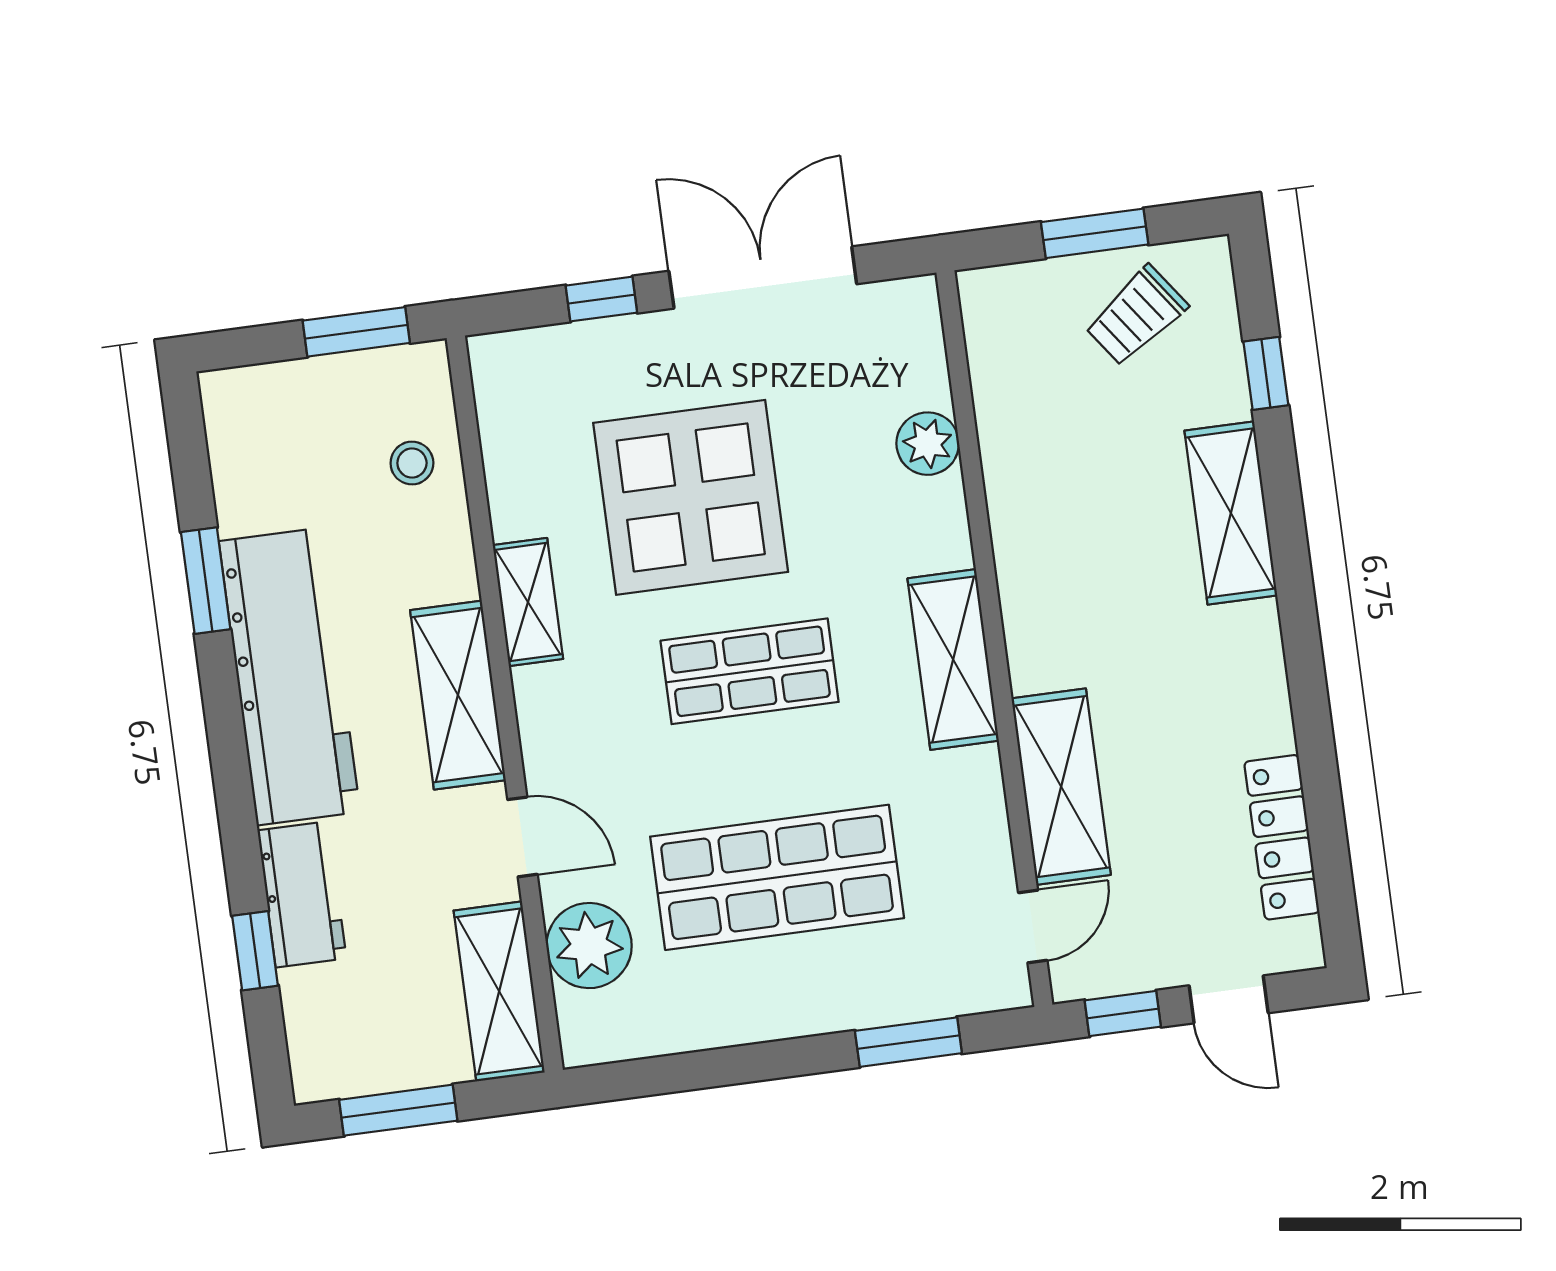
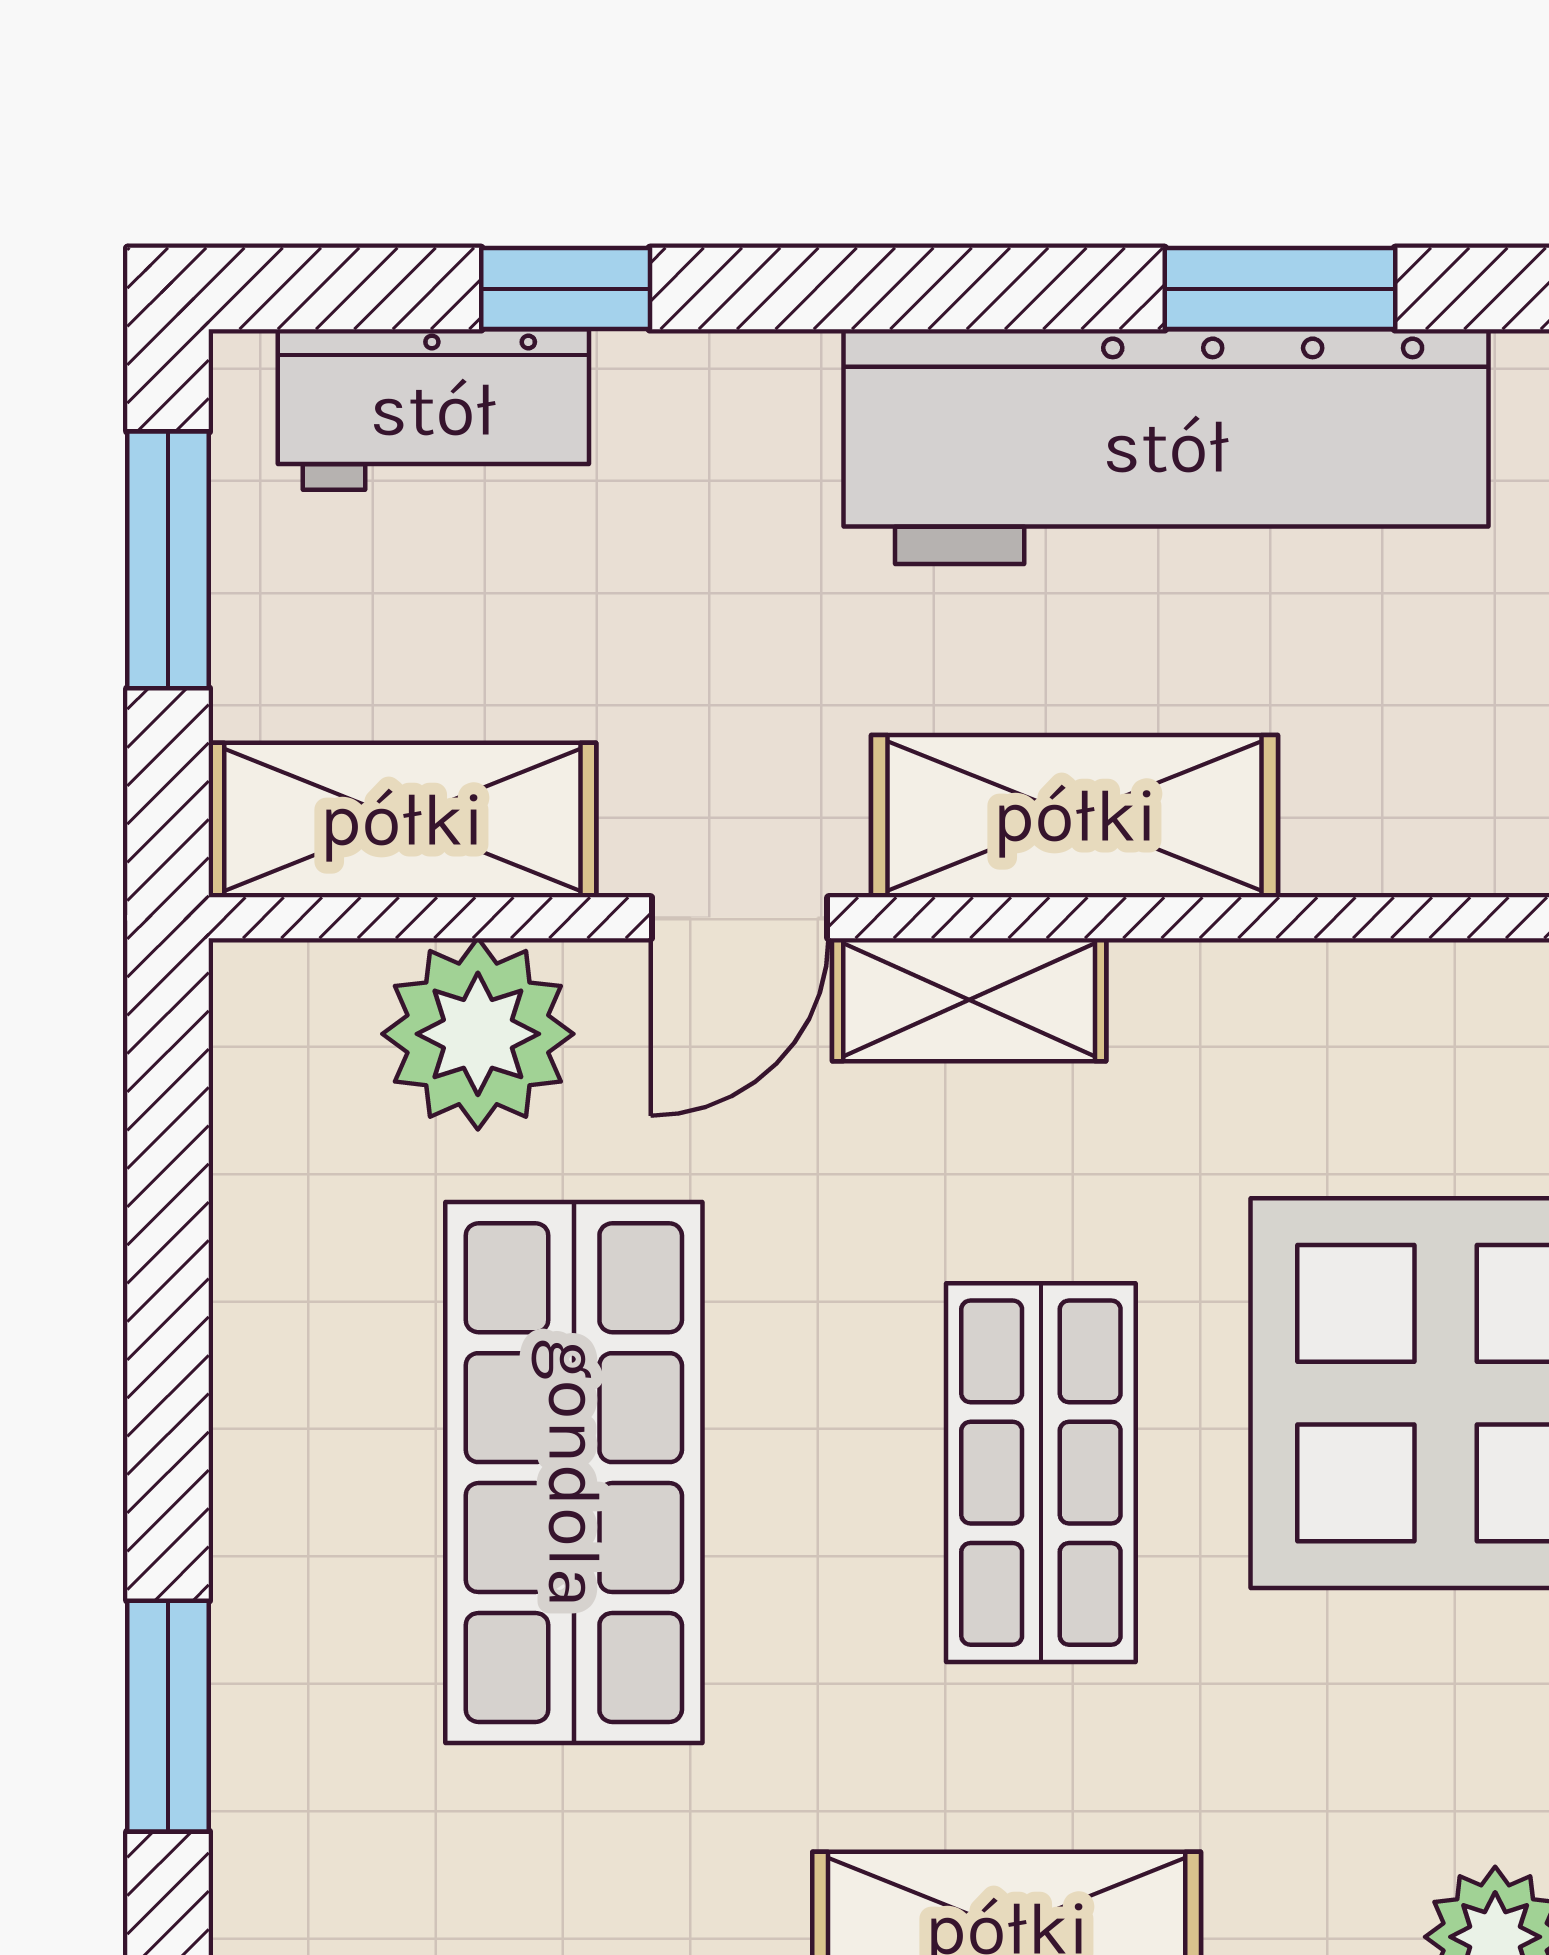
window: (206, 581) -> (1280, 289), moved
shelving: (528, 602) -> (969, 1000), moved
workbench: (302, 894) -> (433, 410), moved

